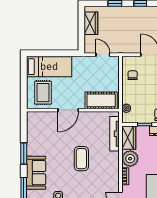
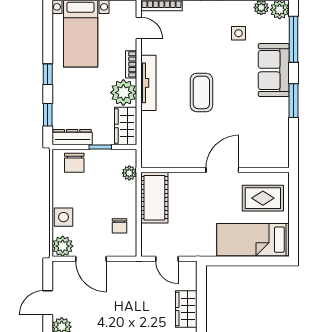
rug: (43, 93) -> (263, 198), turned 90
cot: (101, 100) -> (154, 198), moved, turned 90
tv unit: (114, 134) -> (148, 83), moved

